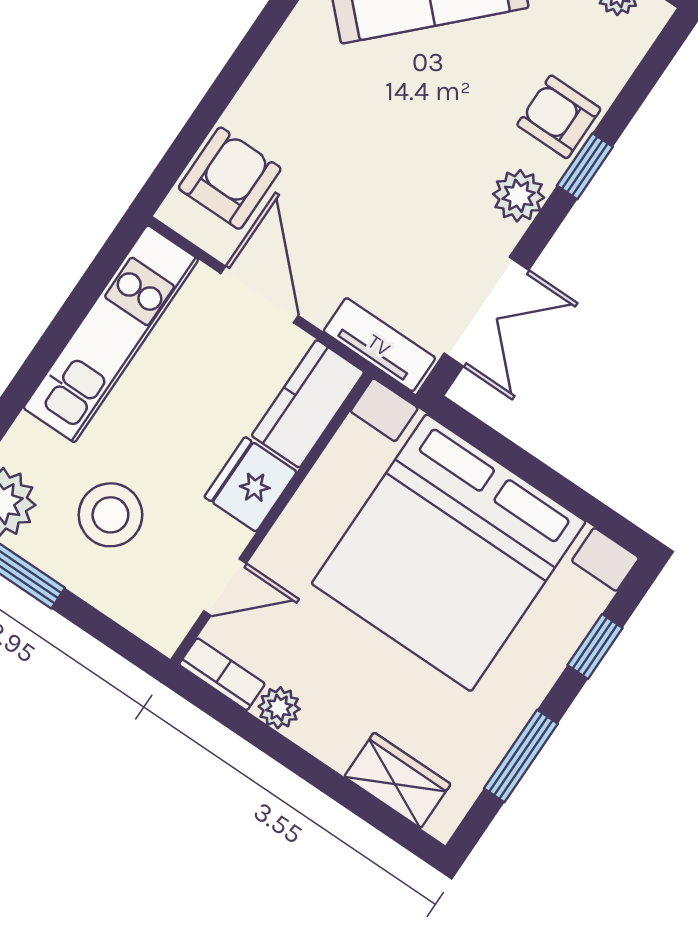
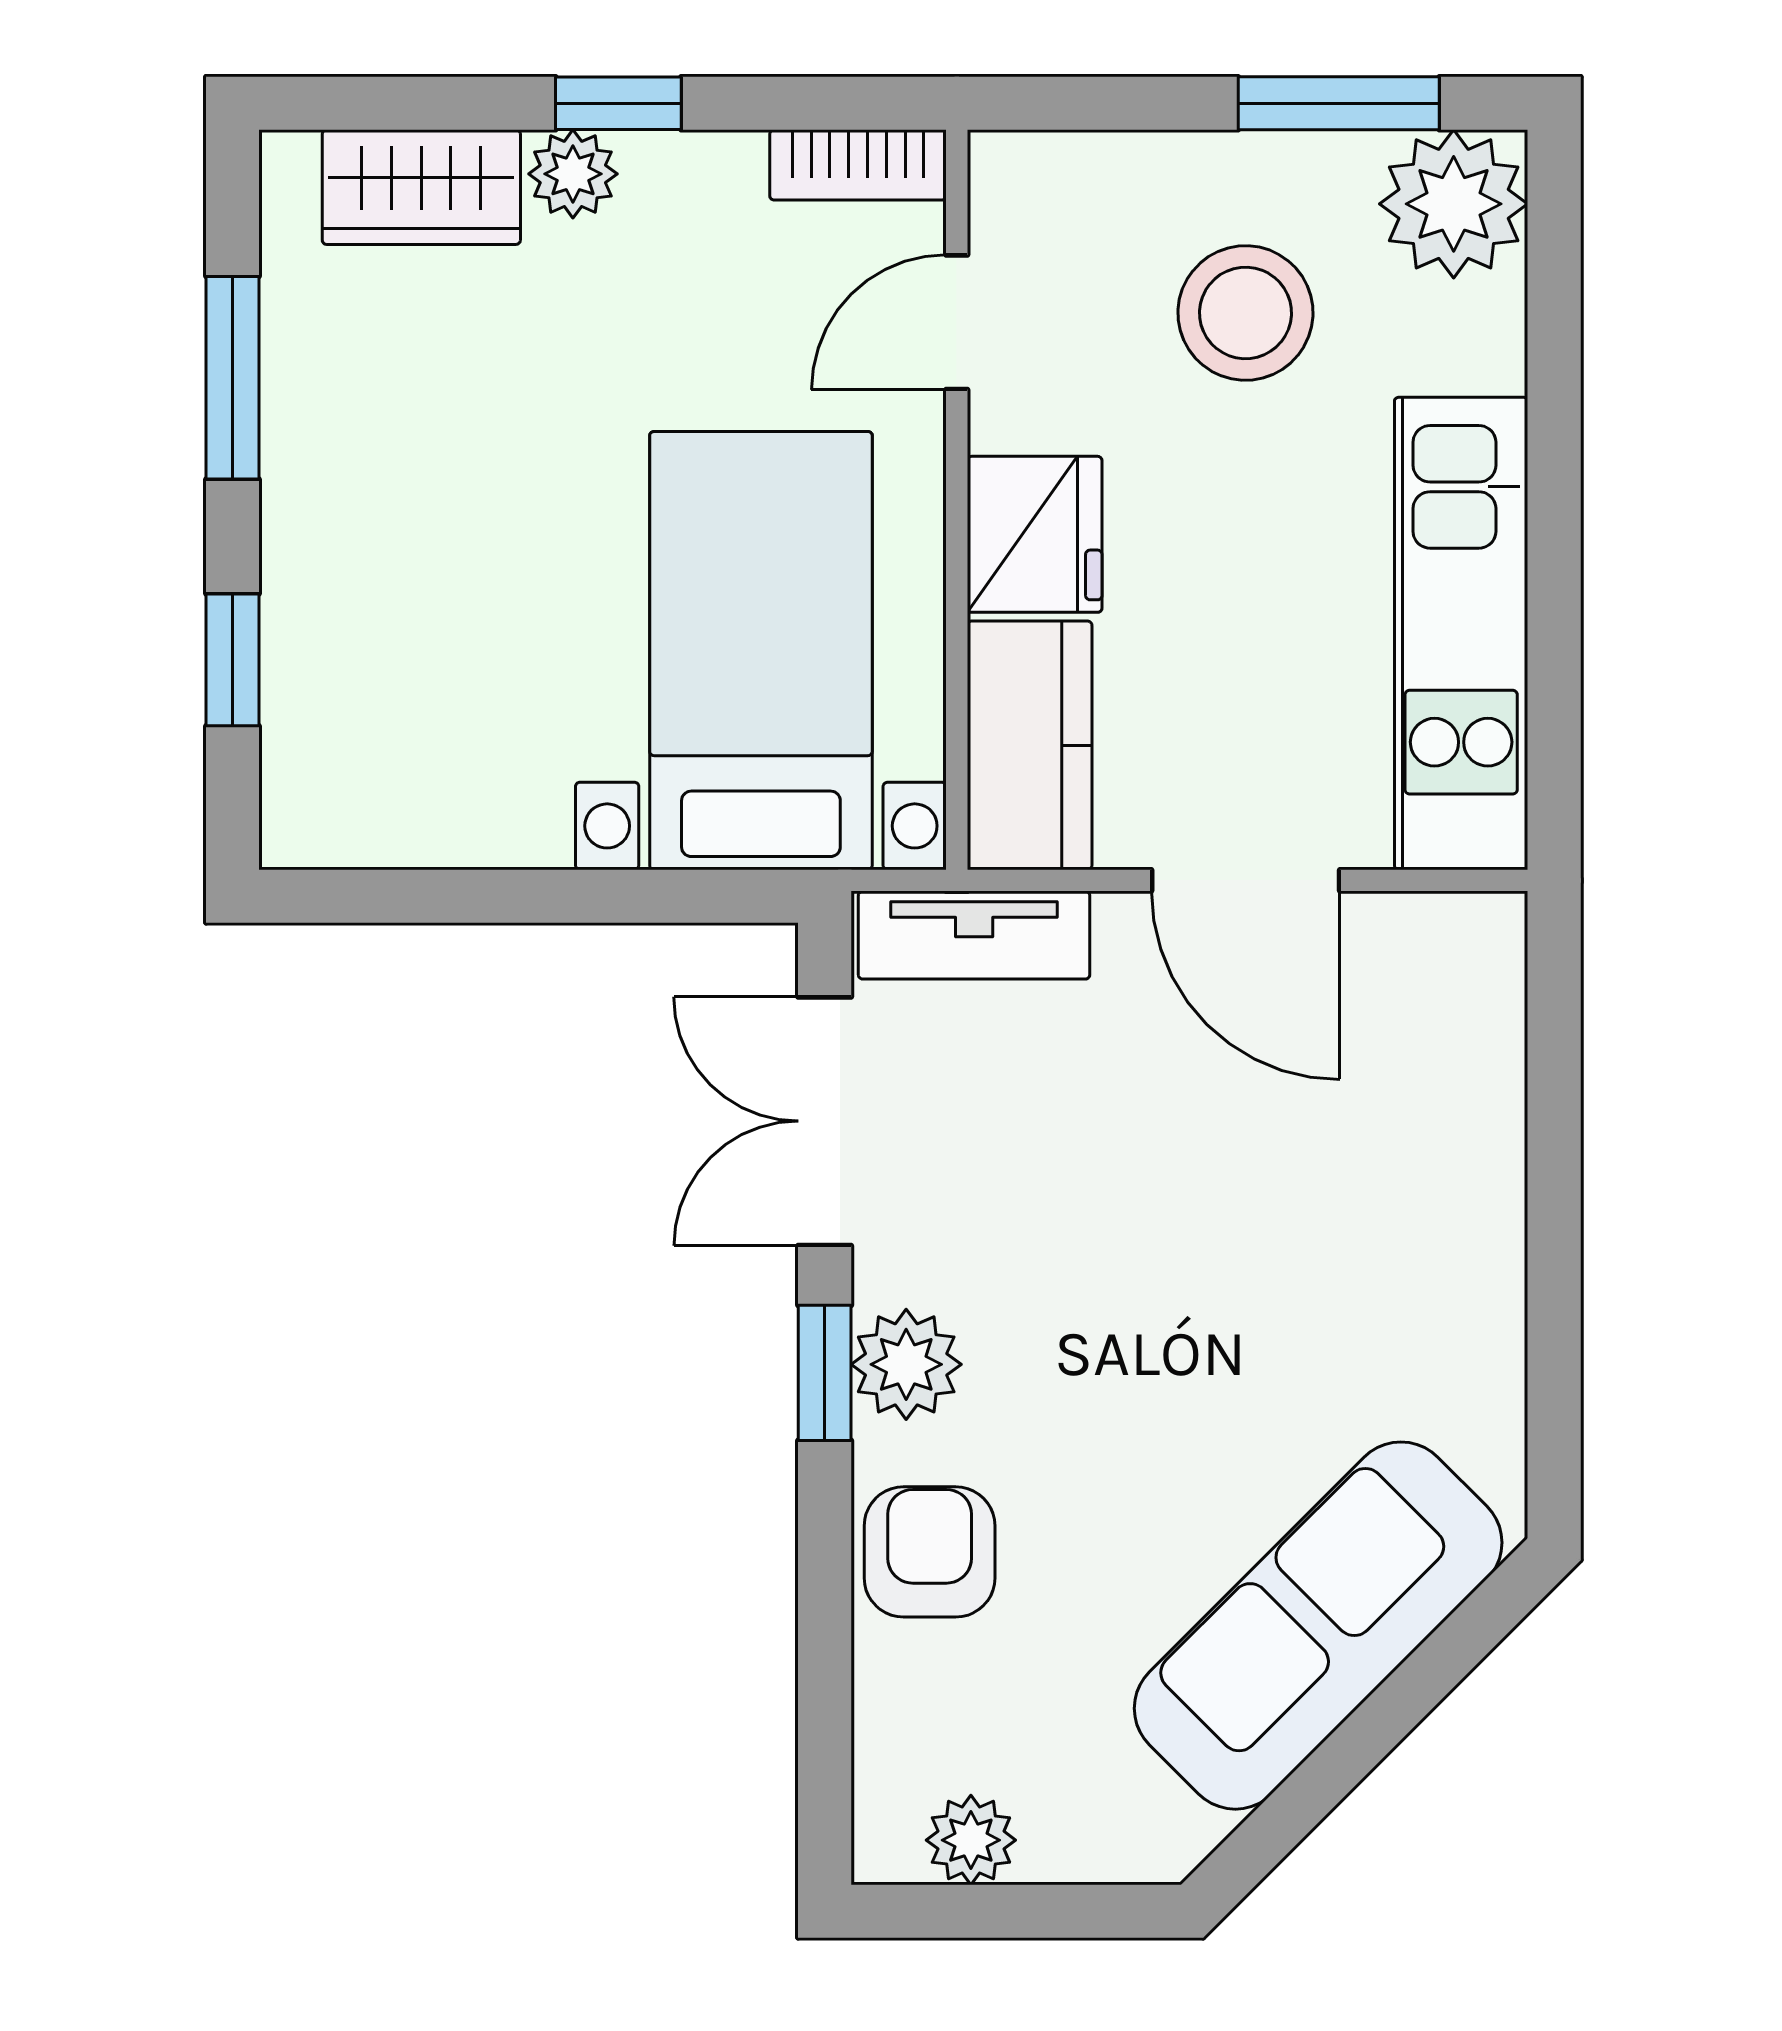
armchair: (559, 117) -> (930, 1552), turned -90
window: (585, 166) -> (825, 1373), moved
armchair: (230, 178) -> (1437, 1050), removed
bed with nightstands: (449, 553) -> (761, 651), width x0.54
plant: (279, 708) -> (573, 174), moved
window: (299, 761) -> (618, 103), added

